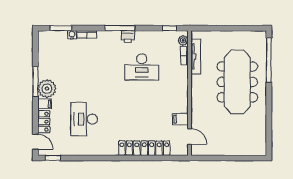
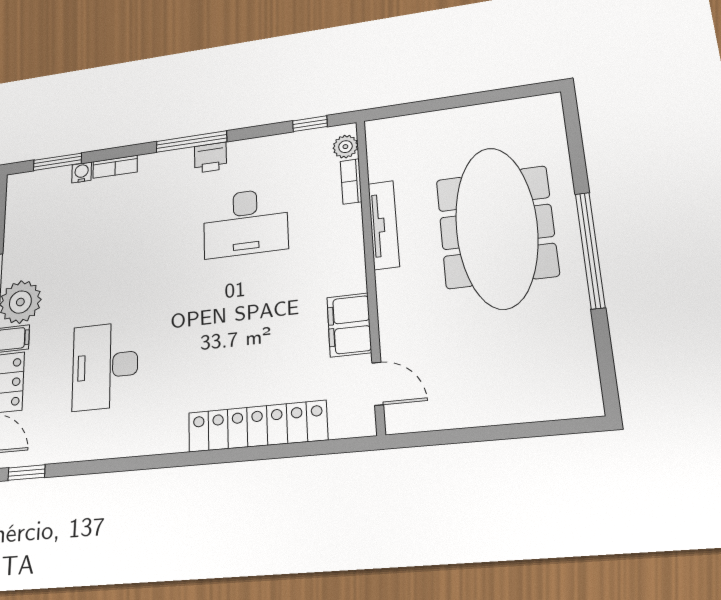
tv unit: (196, 56) -> (384, 225), moved
window: (269, 60) -> (590, 250), moved
filing cabinet: (180, 119) -> (349, 325), width x2.00

